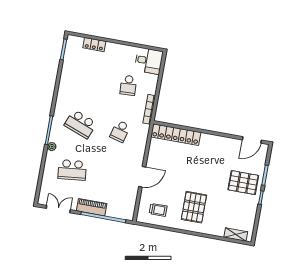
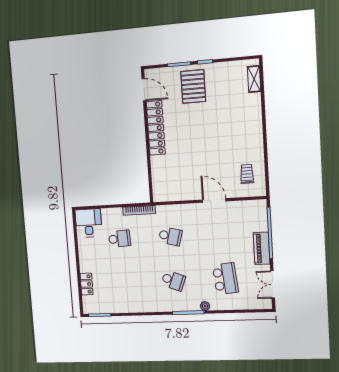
school desk: (80, 124) -> (173, 281), width x0.54
locker: (176, 135) -> (156, 128), moved
pallet: (194, 207) -> (234, 135), removed

